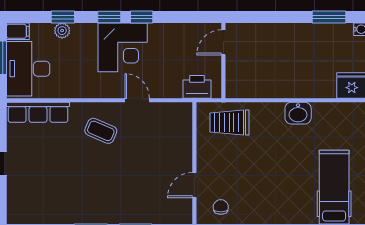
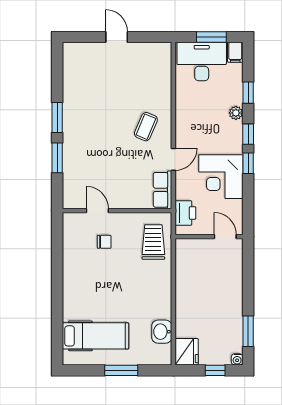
plant: (62, 31) -> (236, 113), moved
corner desk: (123, 47) -> (221, 177), moved
row of seats: (38, 112) -> (163, 190), moved, width x0.68
washbasin: (298, 113) -> (162, 332), moved
chair: (221, 207) -> (104, 242), moved

